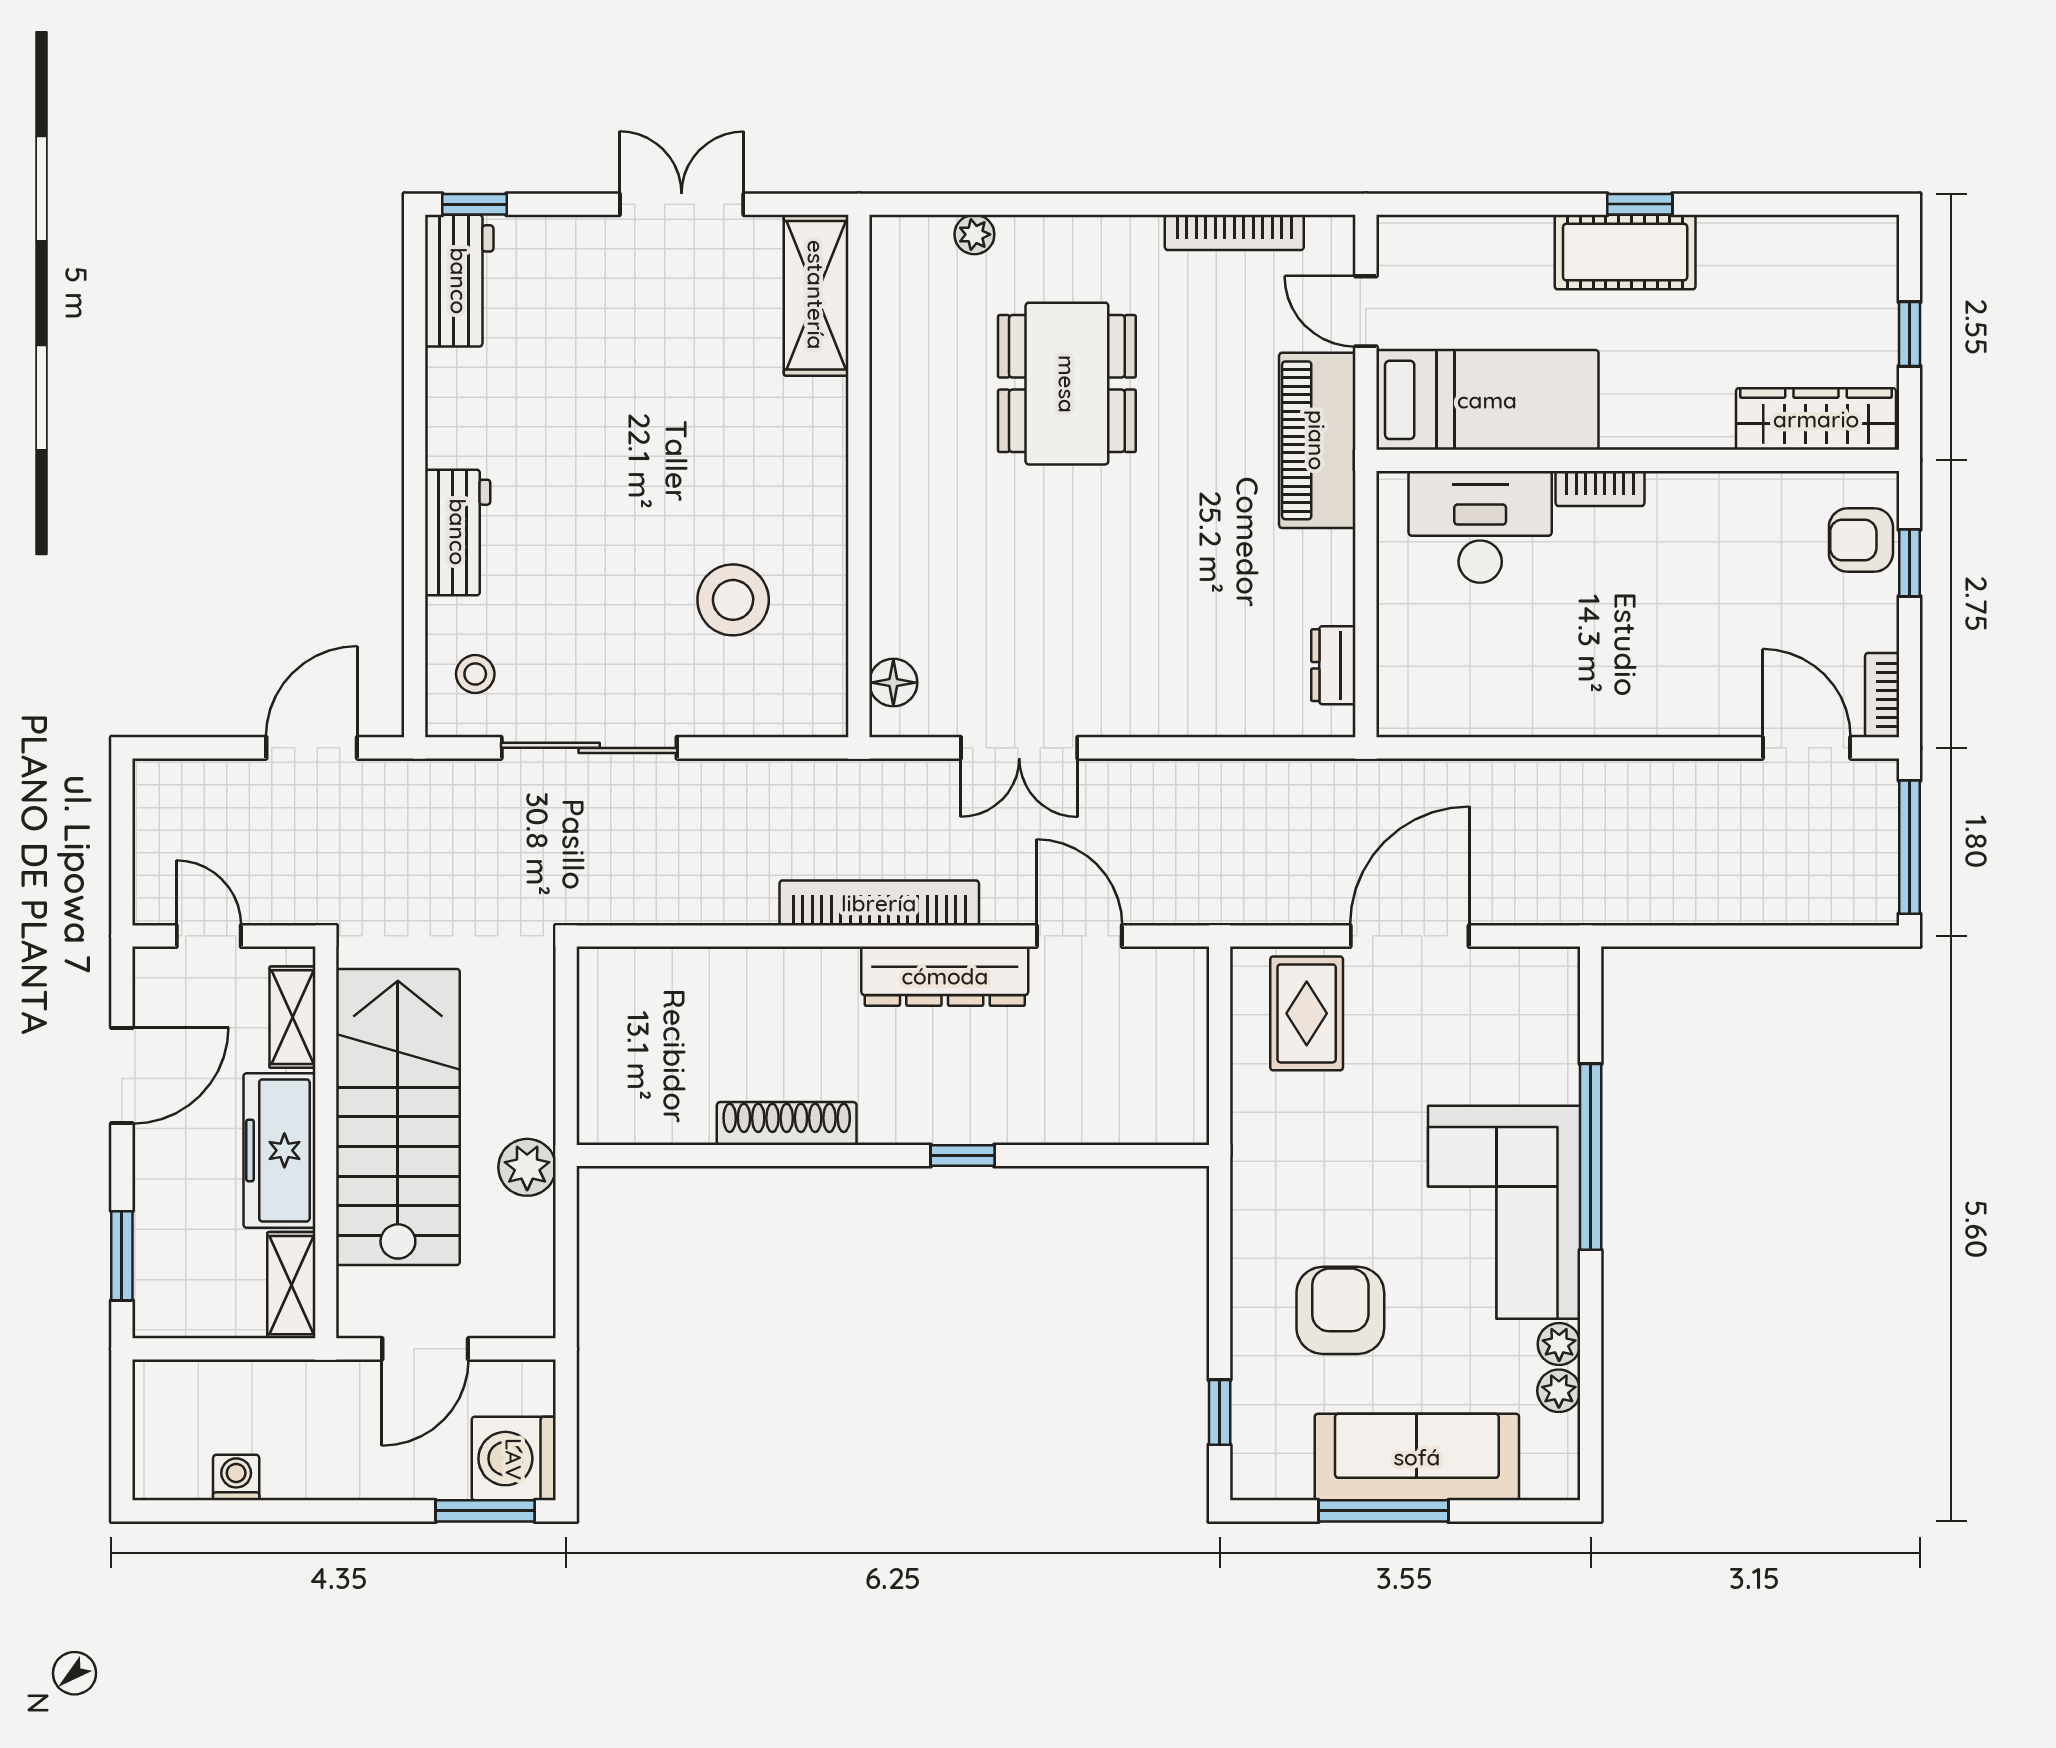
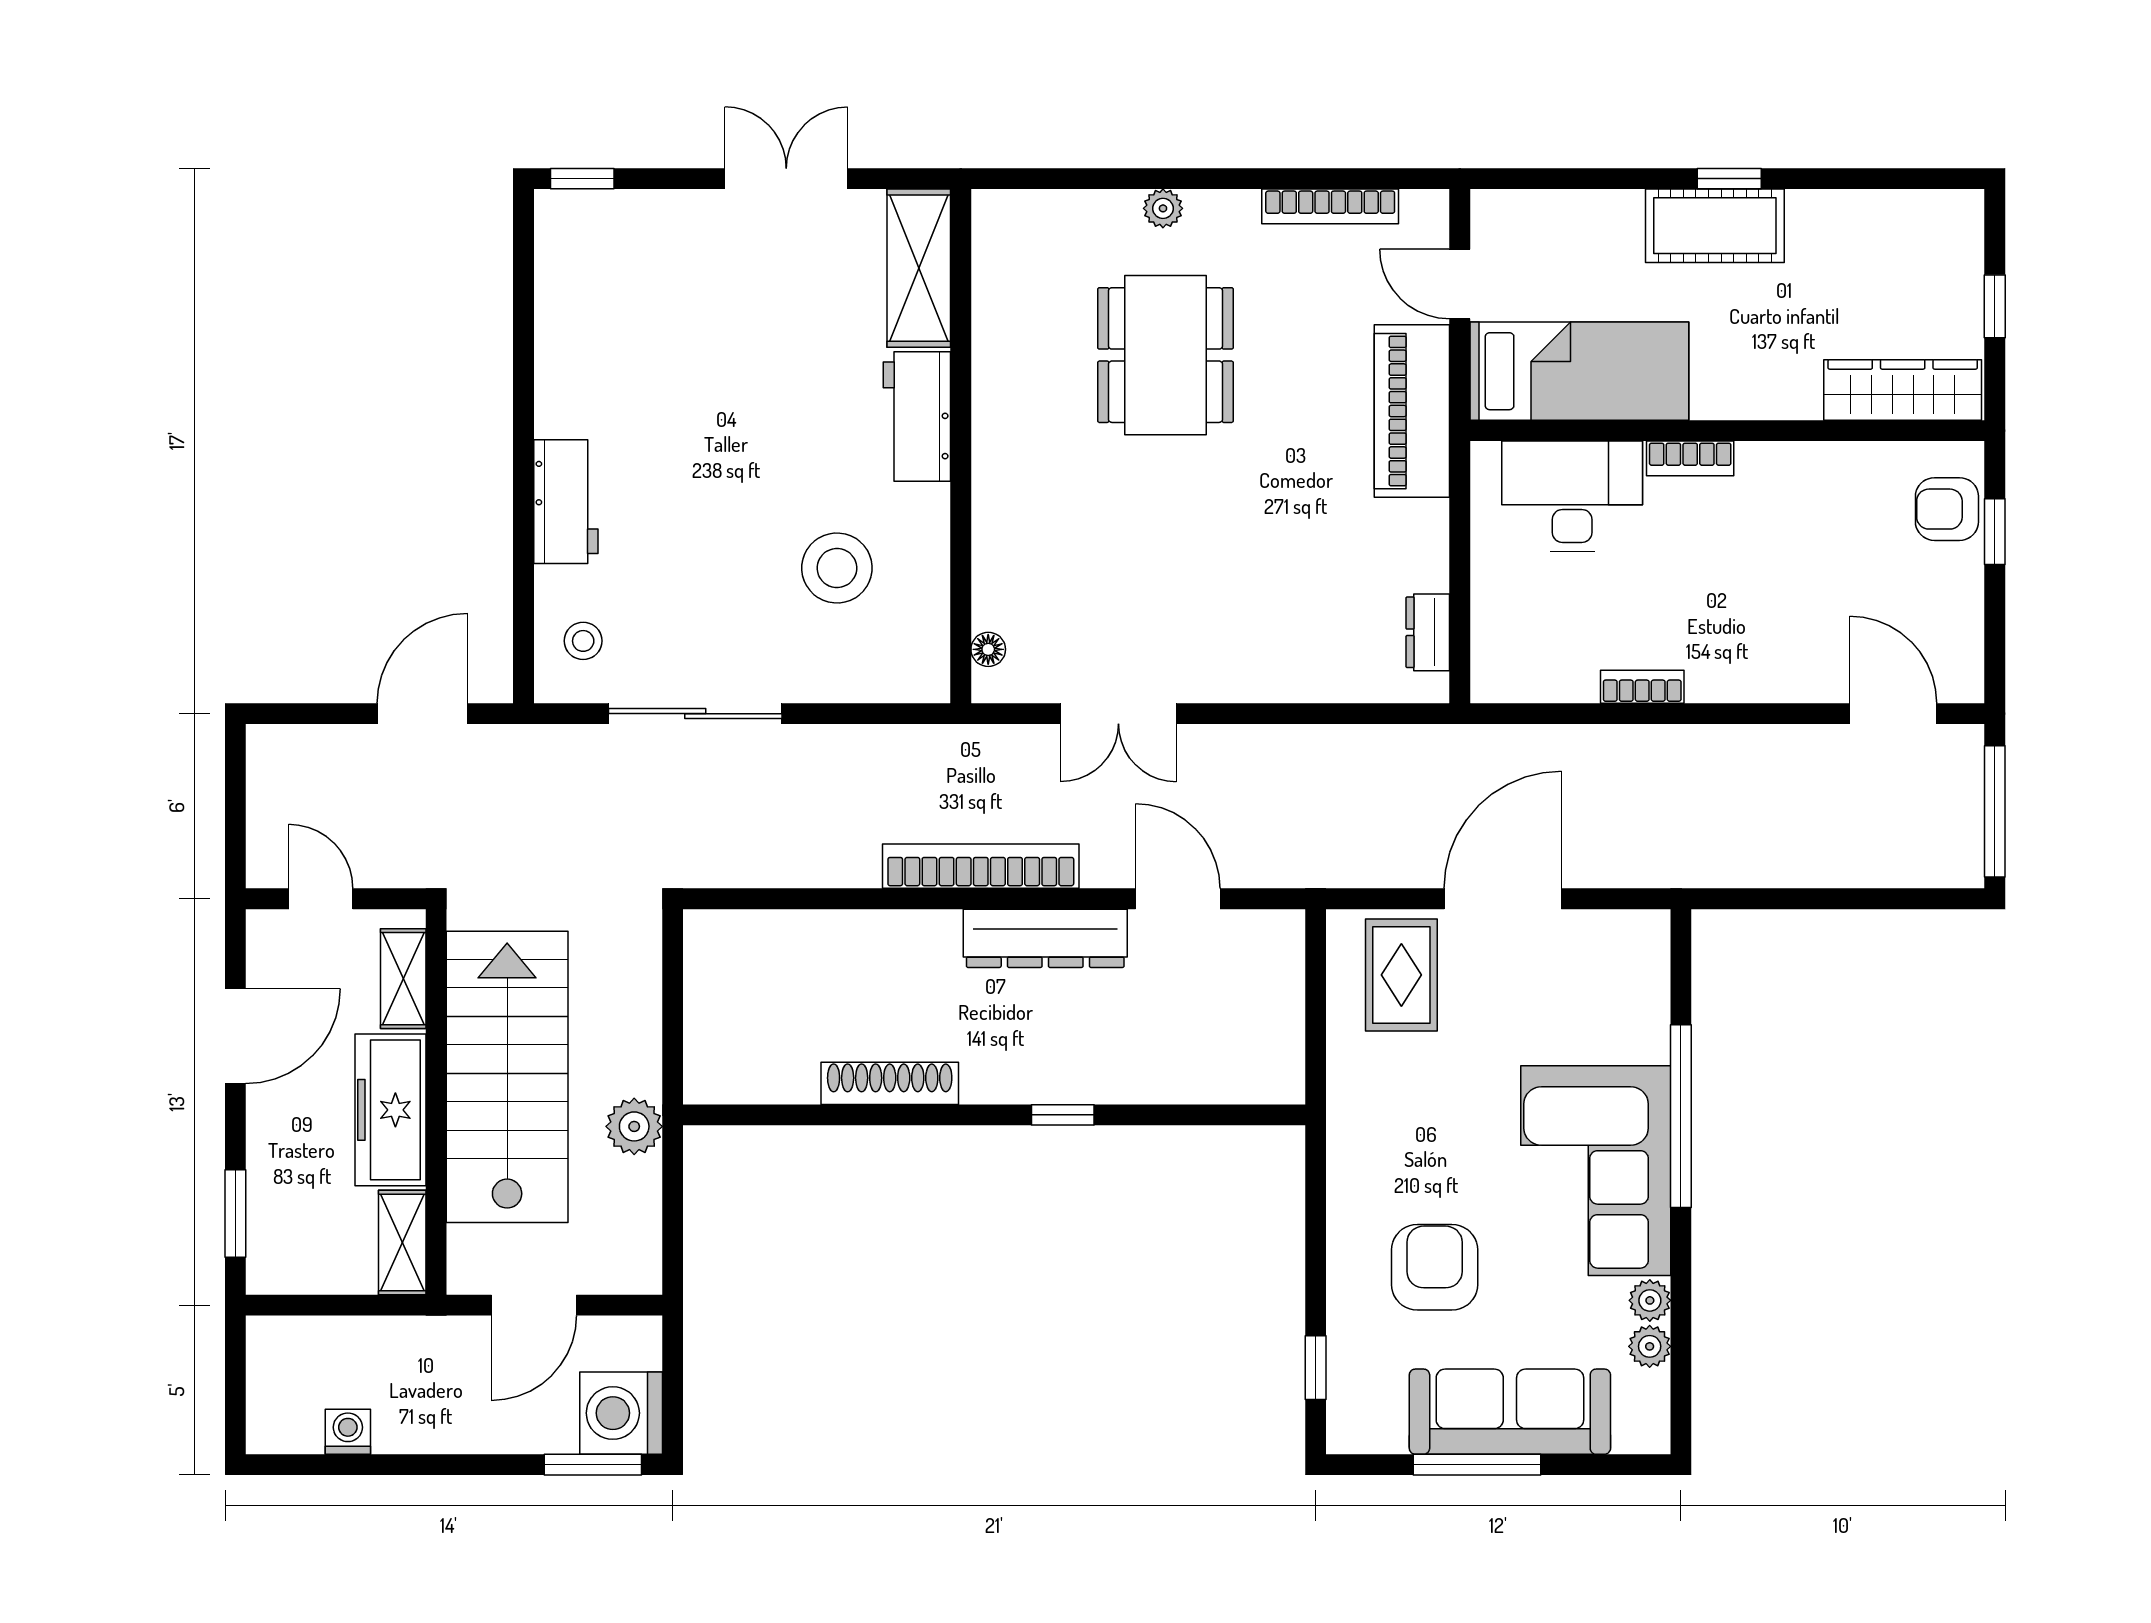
plant: (974, 234) -> (1163, 208), moved
workbench: (459, 281) -> (917, 417), moved, turned 180
floor lamp: (893, 683) -> (988, 649), width x0.73, depth x0.73
bookcase: (1882, 695) -> (1642, 687), moved, turned 90

